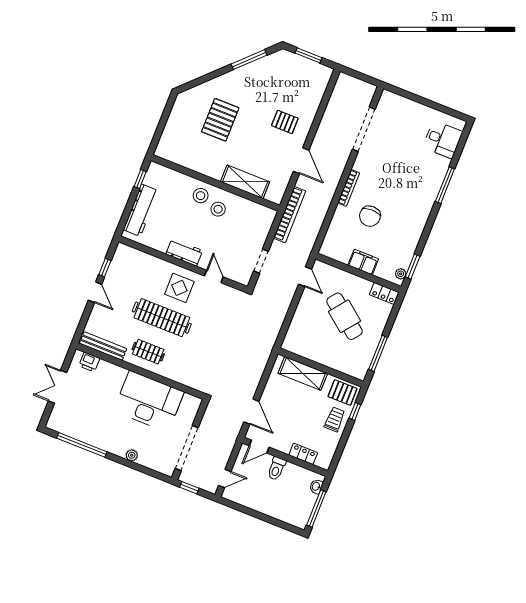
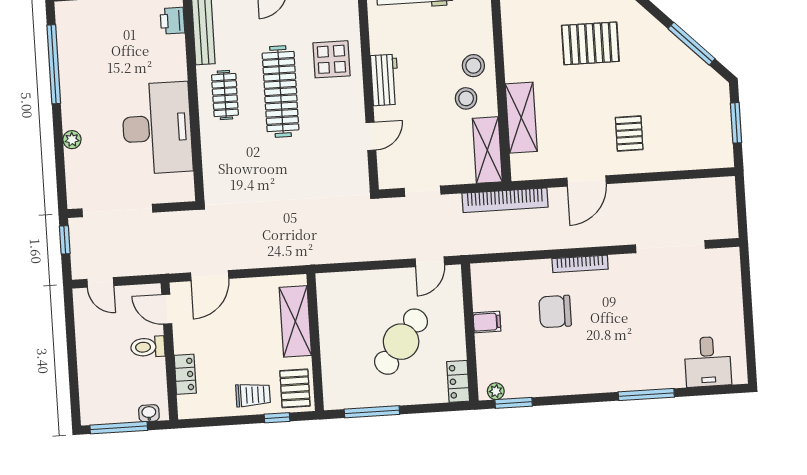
shelving: (255, 211) -> (487, 150), added
filing cabinet: (363, 262) -> (487, 322), width x0.50
display table: (179, 288) -> (331, 59), moved

